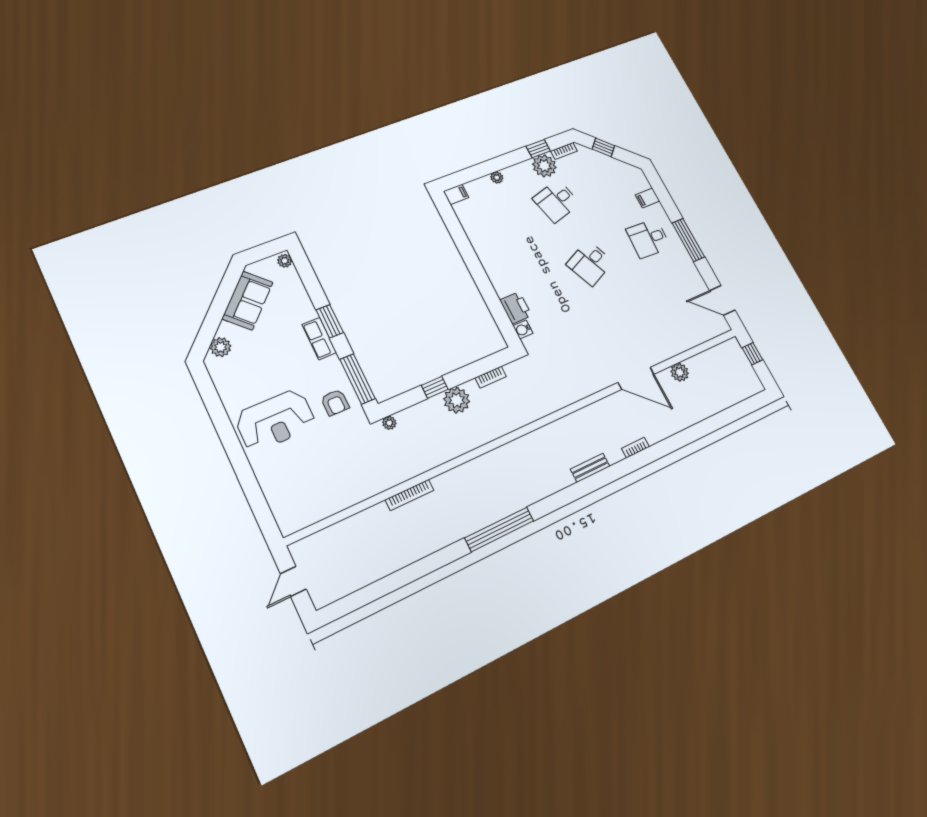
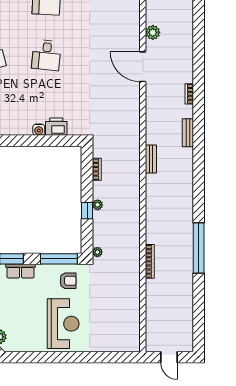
desk: (590, 263) -> (46, 55), turned 30
water cooler: (523, 329) -> (39, 130), moved
door: (636, 378) -> (143, 67), swing flipped
plant: (457, 400) -> (98, 205), width x0.53, depth x0.53
bench: (536, 437) -> (151, 159), added
window: (499, 529) -> (199, 248), moved

